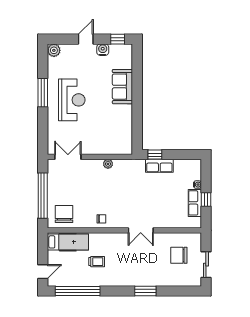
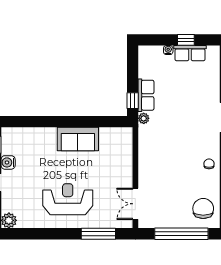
sofa: (122, 87) -> (78, 139), moved
window: (43, 93) -> (98, 234), moved
plant: (108, 164) -> (144, 118), moved
chair: (64, 214) -> (203, 209), turned 90

